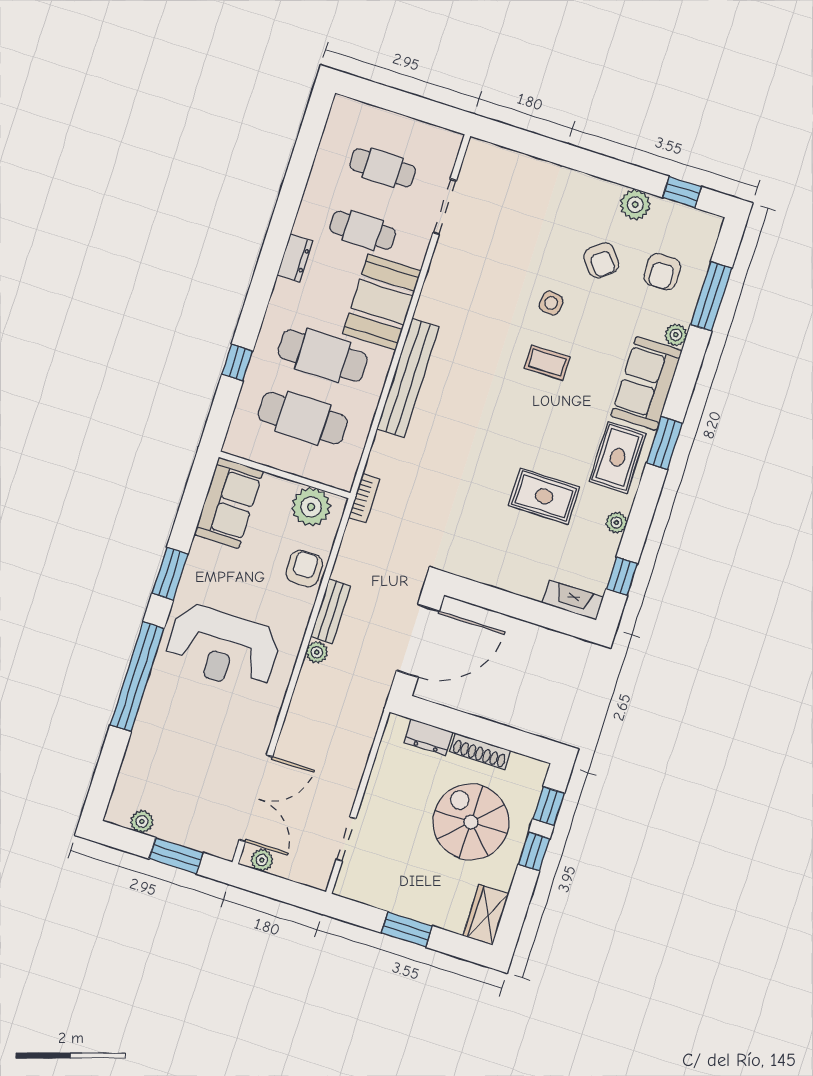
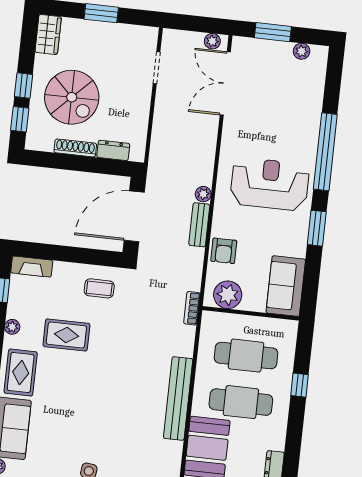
coffee table: (547, 363) -> (99, 288), moved

